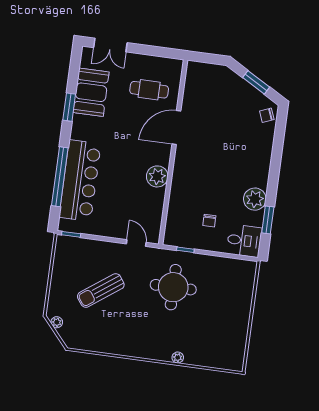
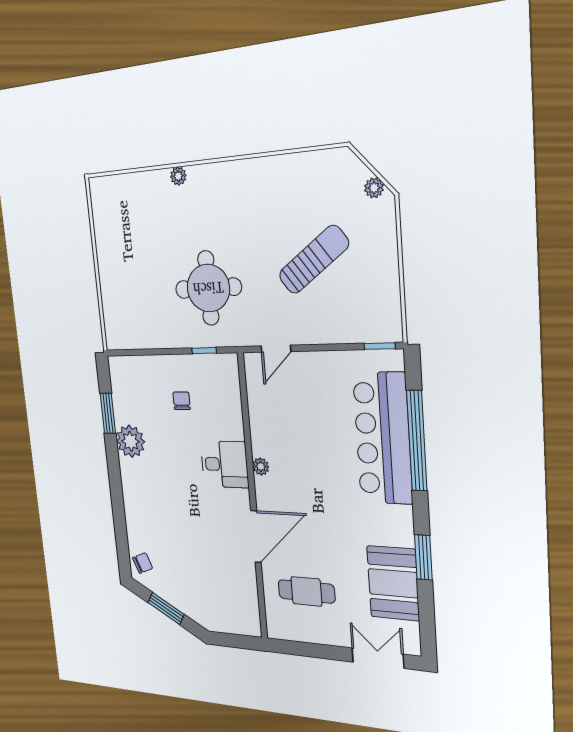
plant: (157, 176) -> (261, 466), width x0.53, depth x0.53
desk: (244, 241) -> (225, 464), moved, turned 180
door: (136, 243) -> (276, 349), hinge flipped

